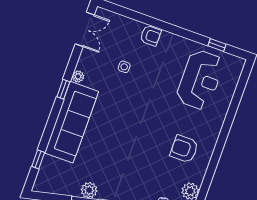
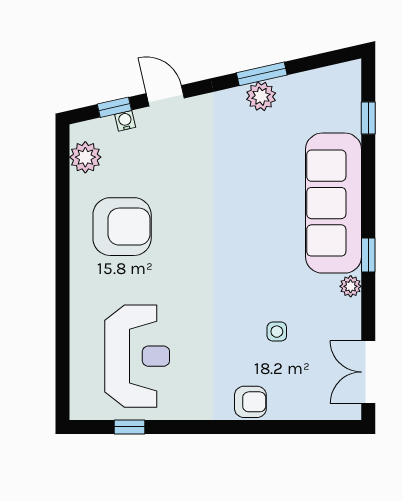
armchair: (151, 36) -> (250, 402), turned 180
reception desk: (200, 80) -> (137, 356), turned 180
armchair: (184, 149) -> (122, 227), width x1.36, depth x1.36

